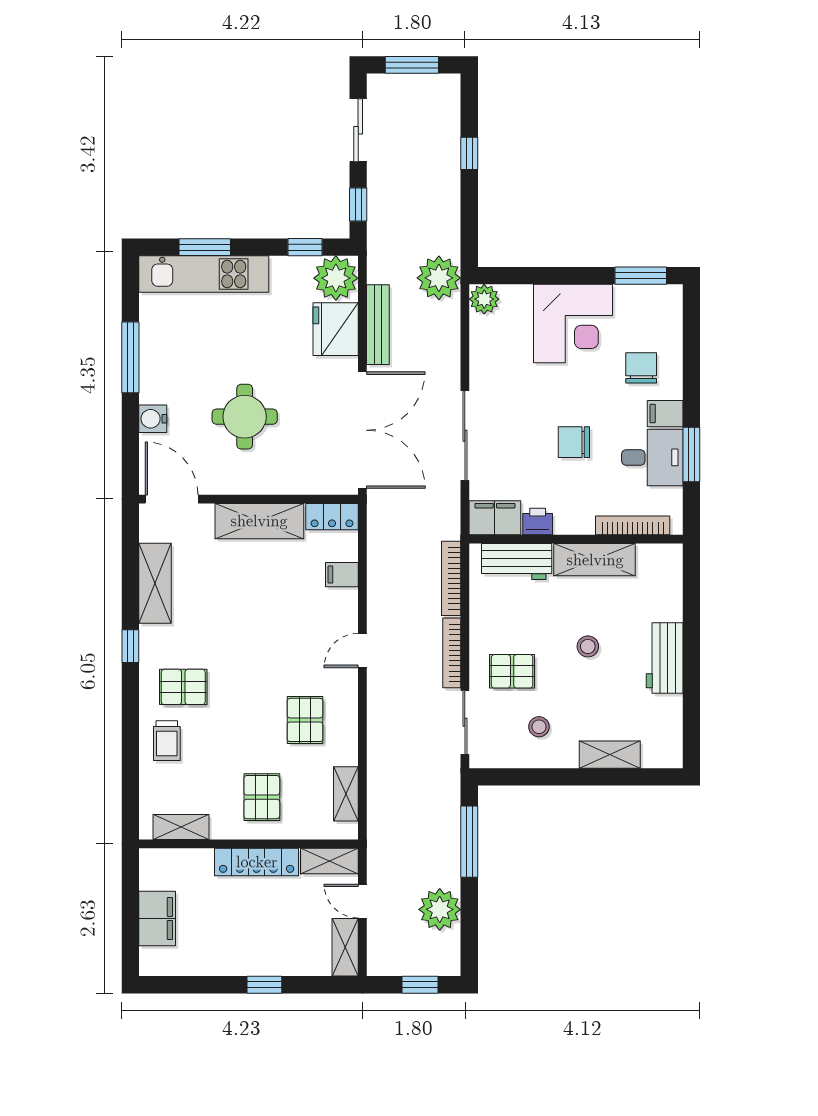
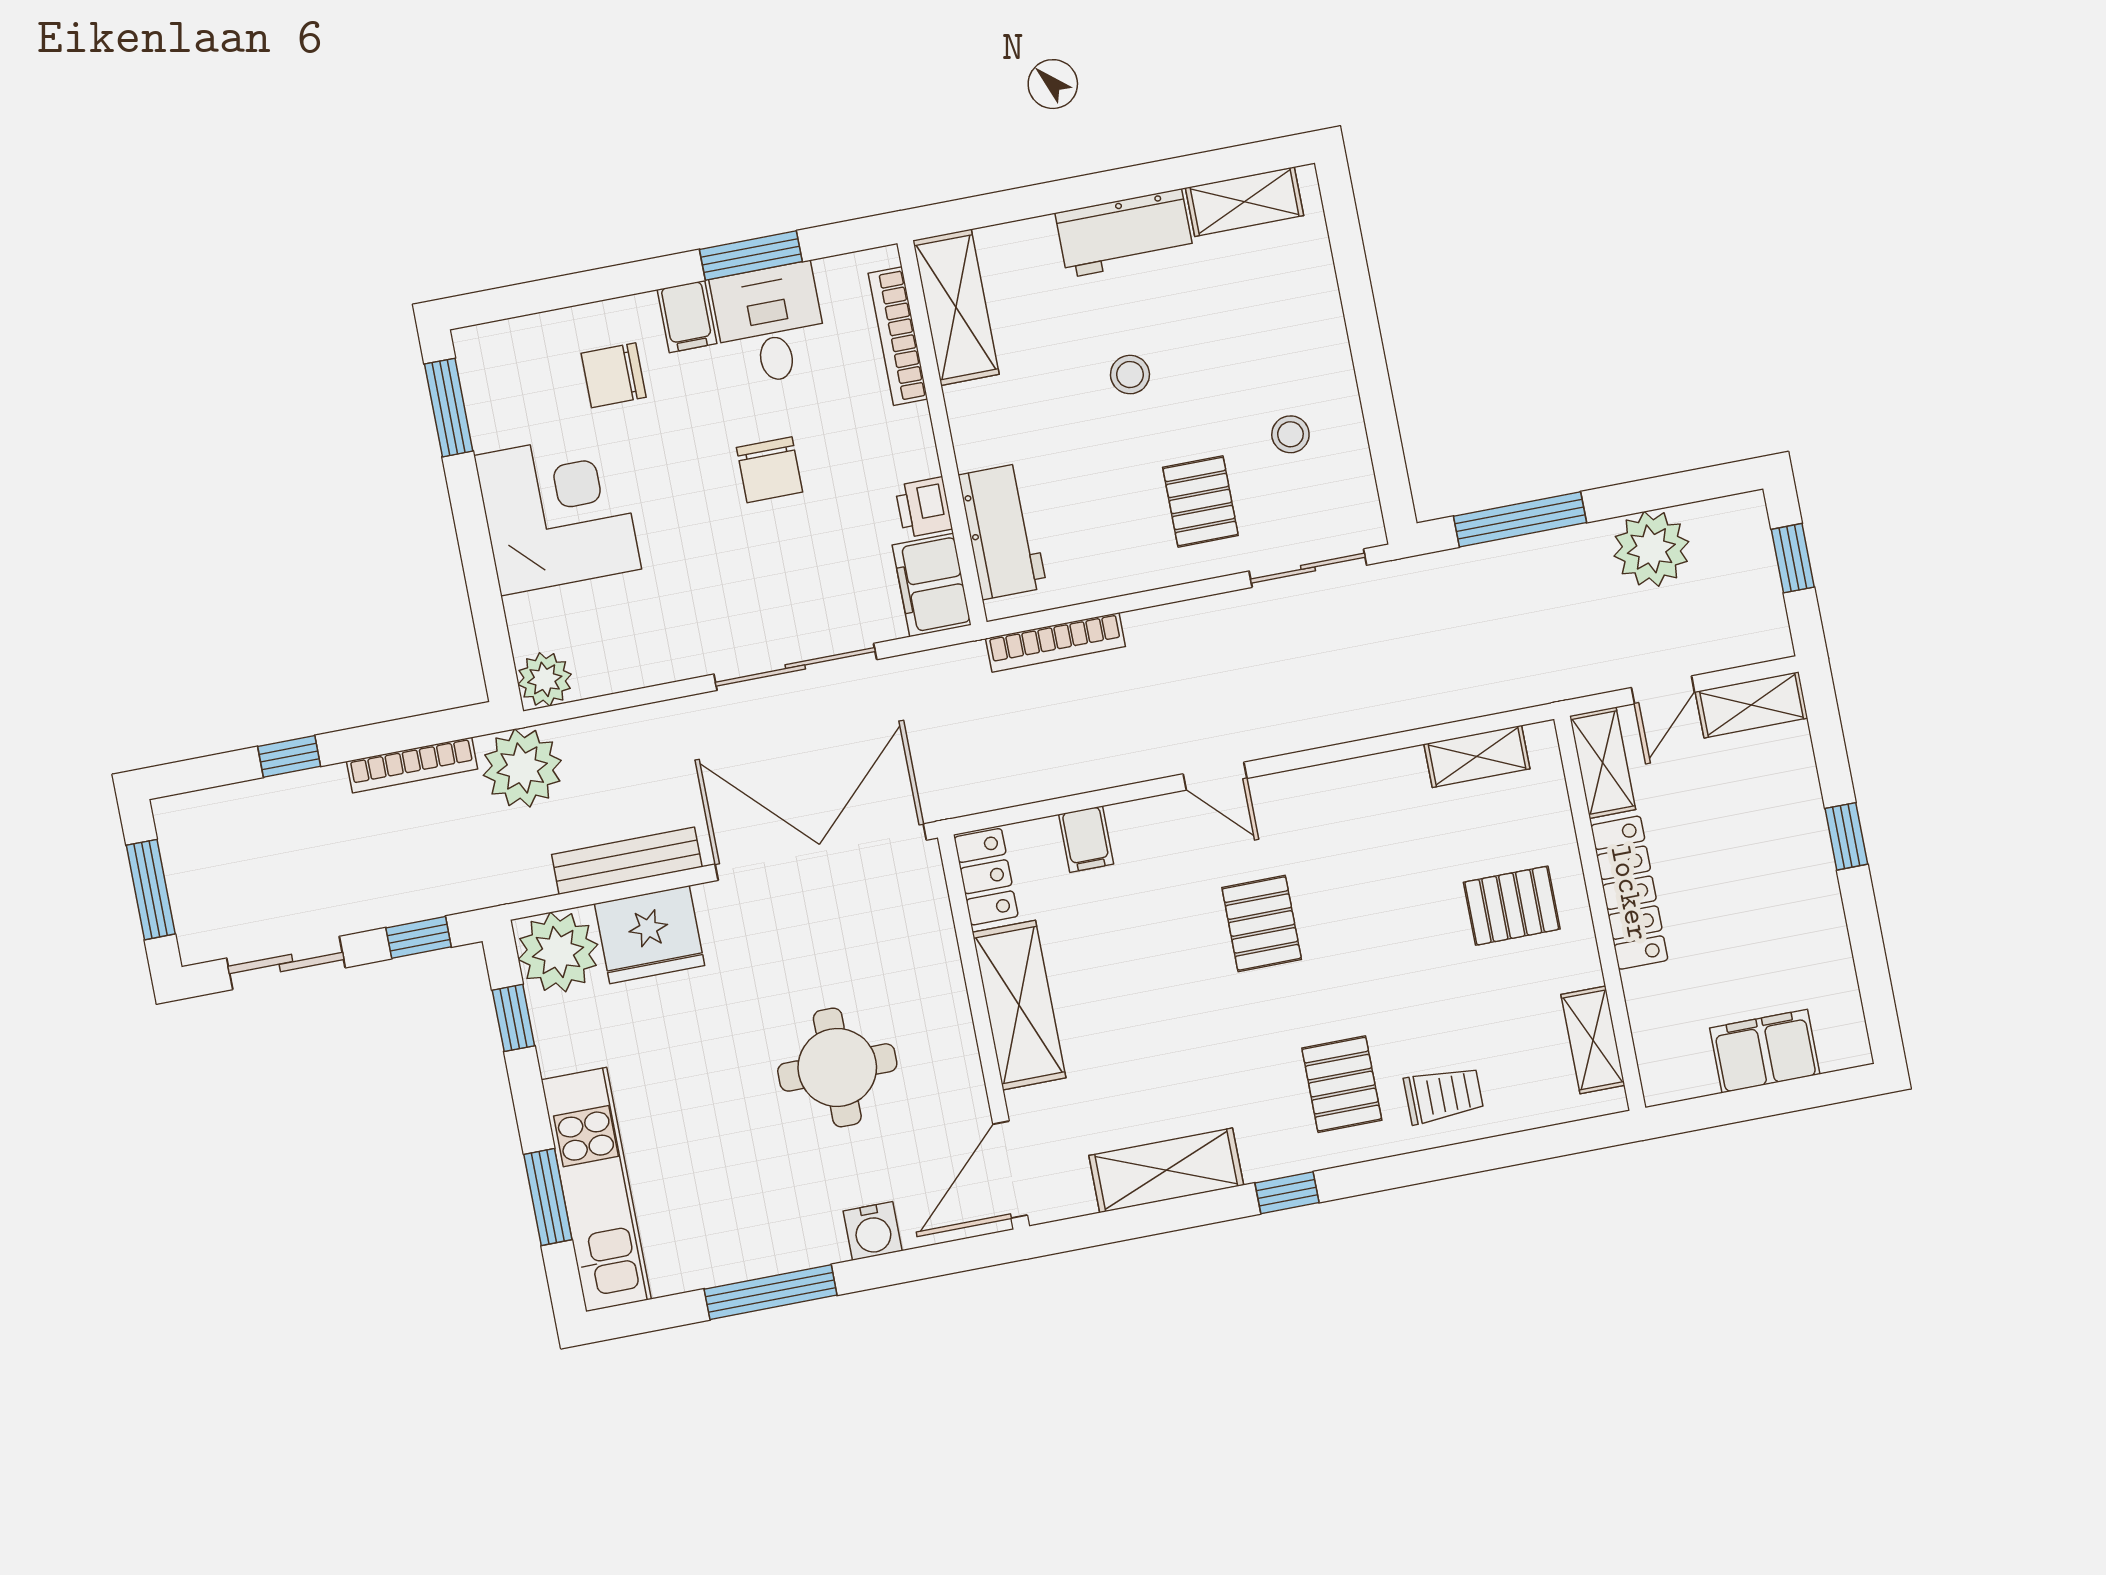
shelving: (595, 560) -> (956, 307), moved
bookcase: (452, 653) -> (412, 765), moved
pallet: (305, 720) -> (1262, 923), moved, turned 90
shelving: (610, 755) -> (1245, 202), moved, turned 90

